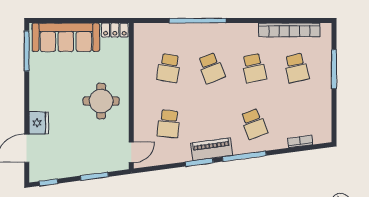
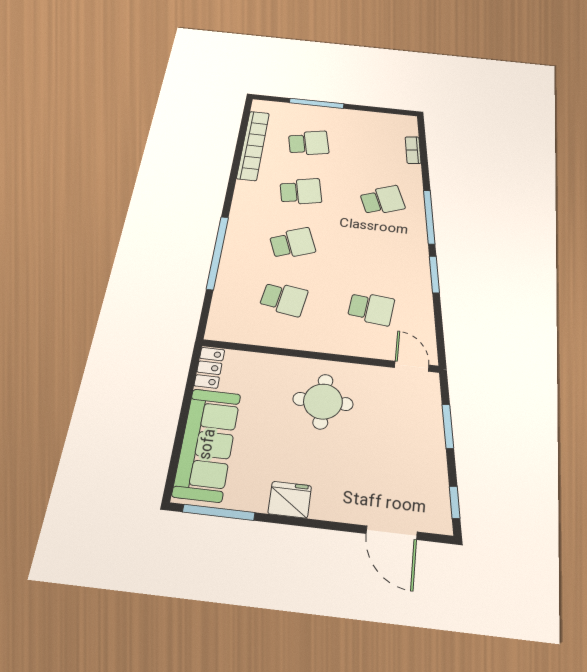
fridge: (39, 123) -> (290, 500), moved
piano: (212, 149) -> (416, 256), removed

